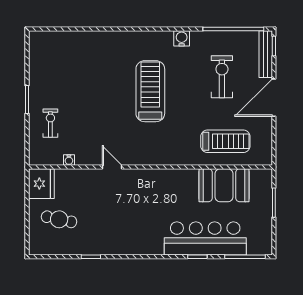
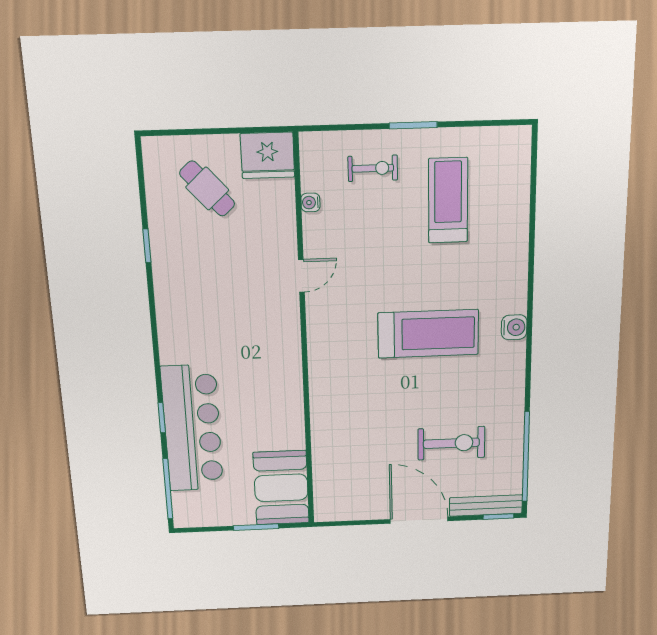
water cooler: (182, 38) -> (514, 327), moved
treadmill: (225, 141) -> (448, 200), moved, turned 180
booth: (224, 185) -> (281, 488), moved
cafe table: (59, 219) -> (207, 189), turned -54

